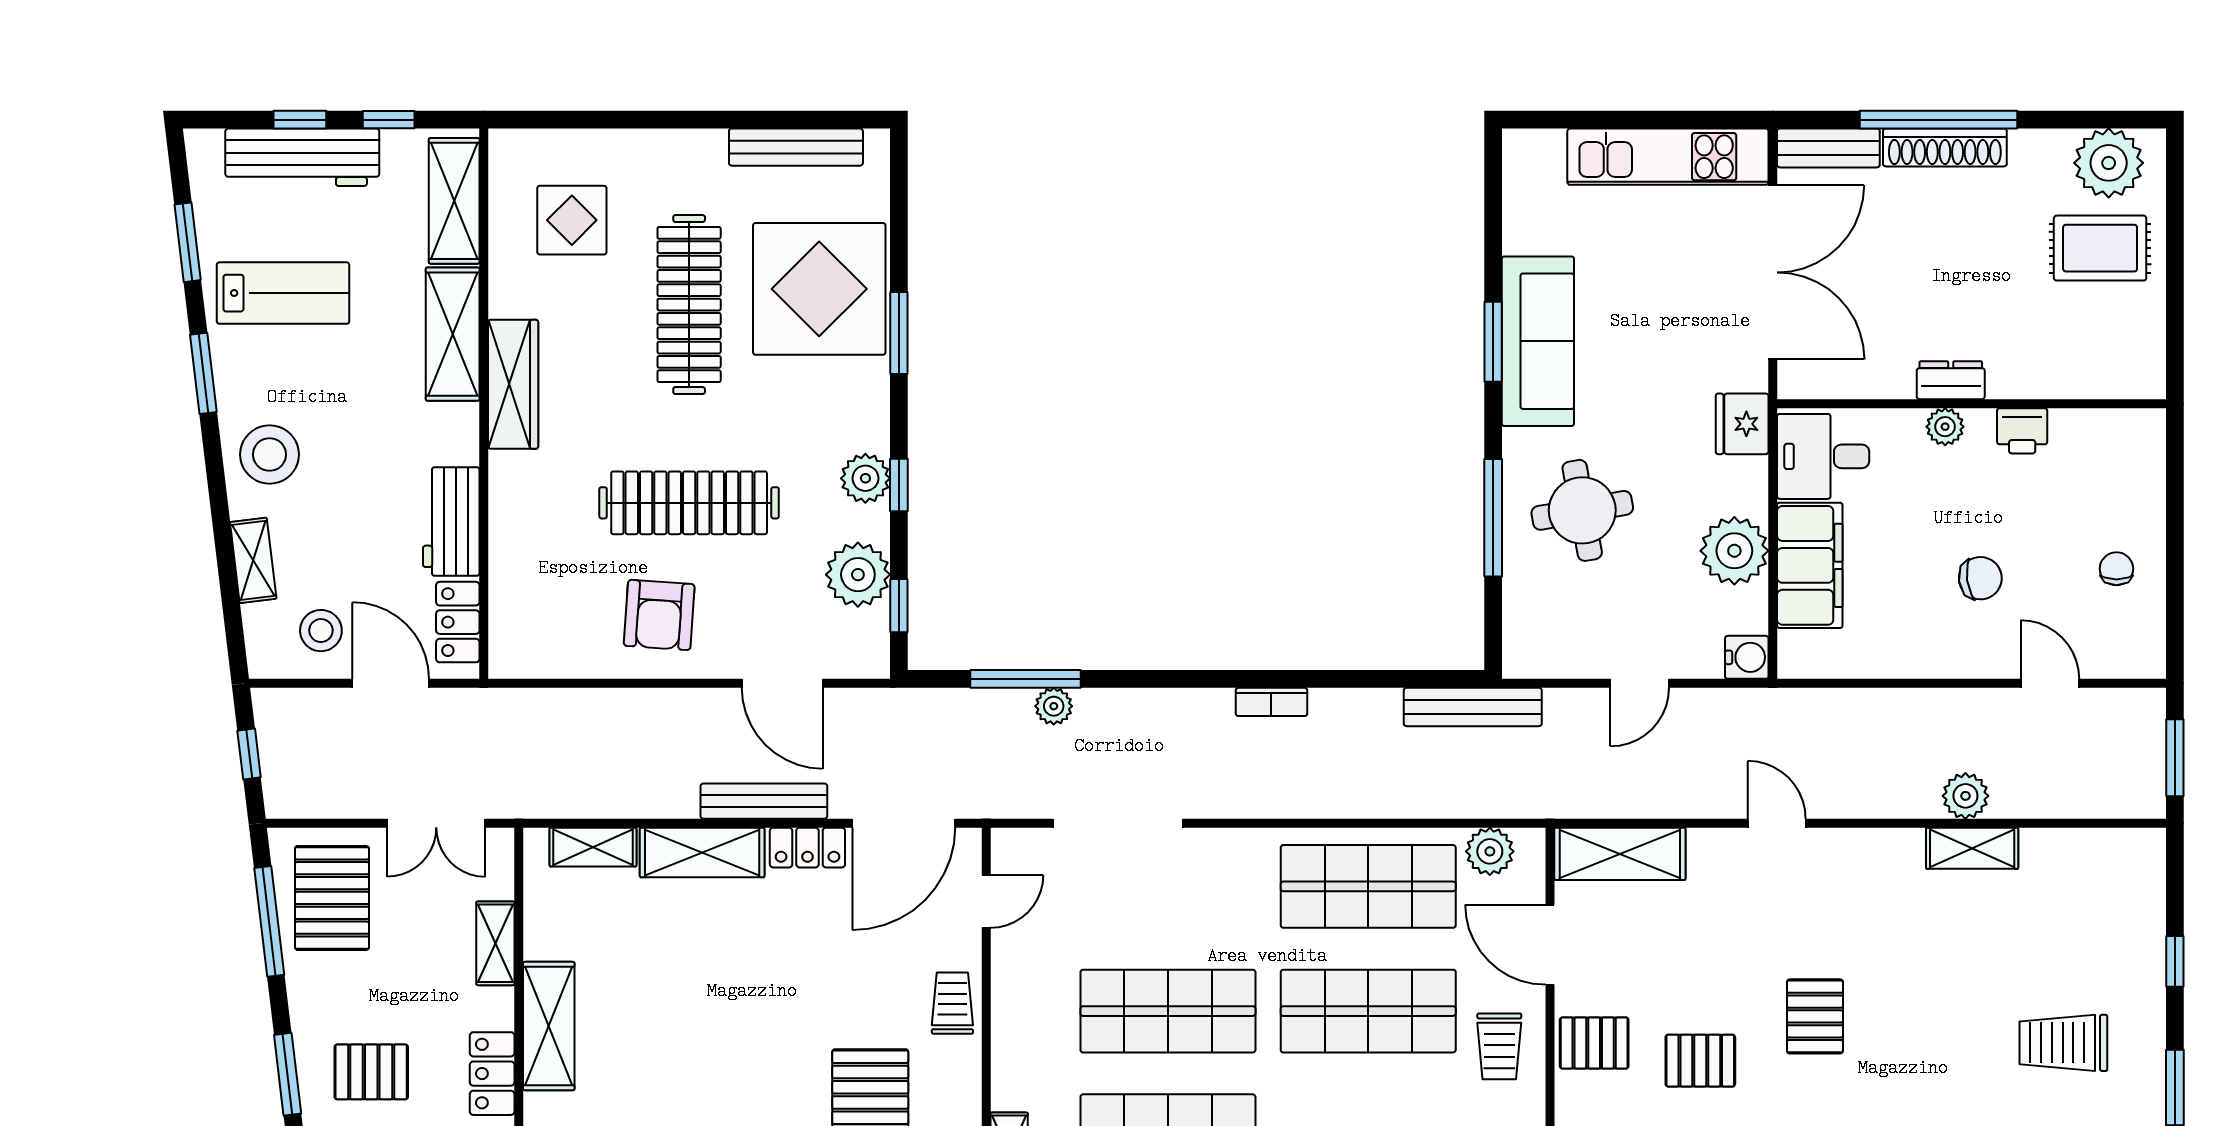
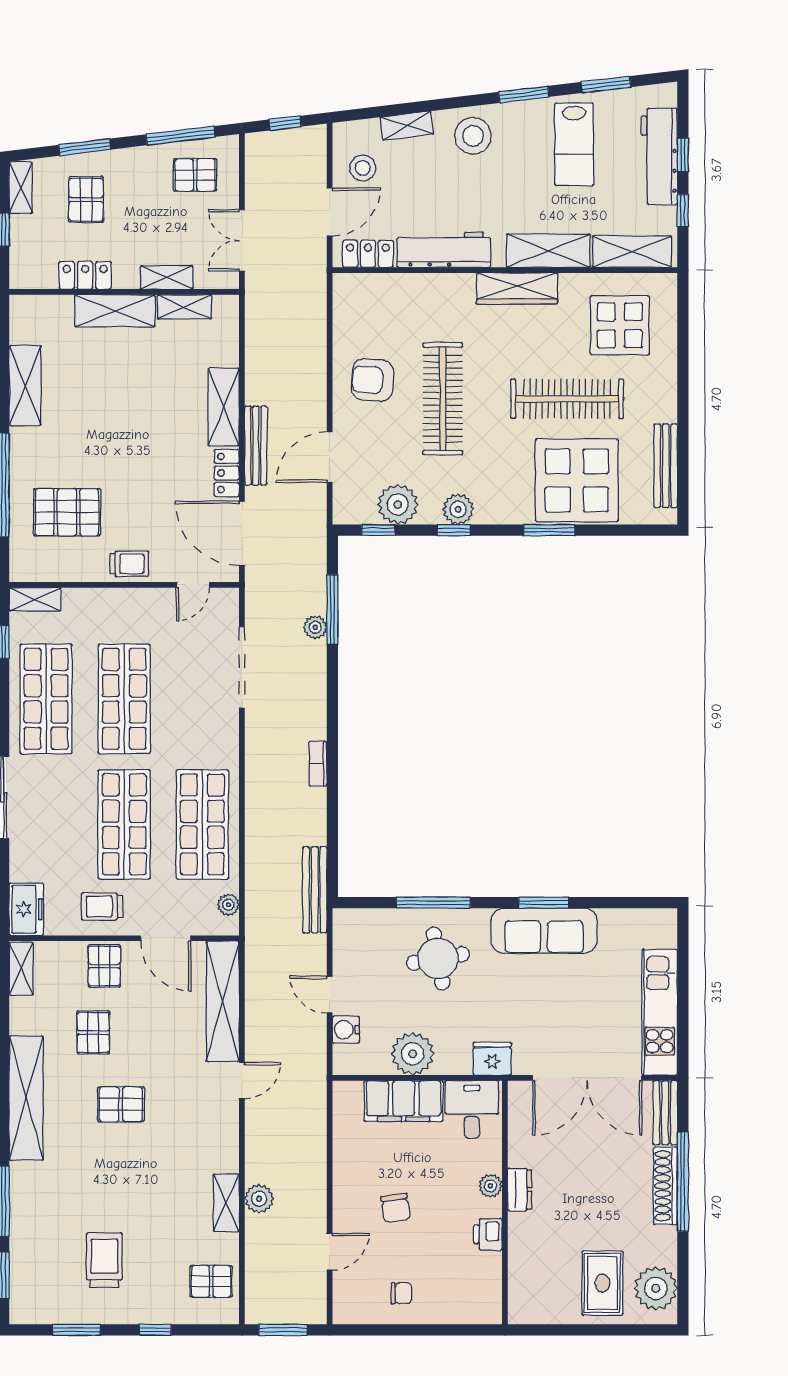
display table: (572, 220) -> (620, 325), width x1.36, depth x1.36
workbench: (451, 522) -> (444, 250), width x1.38
water cooler: (1747, 657) -> (346, 1030), moved, turned 90
shelving: (593, 847) -> (184, 307), moved, turned 90
plant: (1490, 851) -> (228, 905), width x0.73, depth x0.73
shelving: (1620, 854) -> (223, 1001), width x1.47
pallet: (2097, 872) -> (211, 1281), added
pallet: (332, 898) -> (195, 175), width x0.67, depth x0.71
door: (986, 901) -> (193, 585), hinge flipped
door: (1550, 945) -> (166, 938), swing flipped

